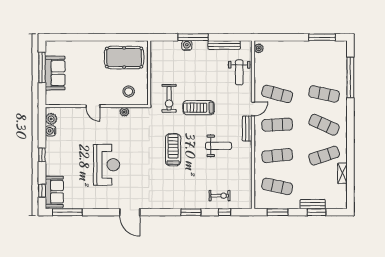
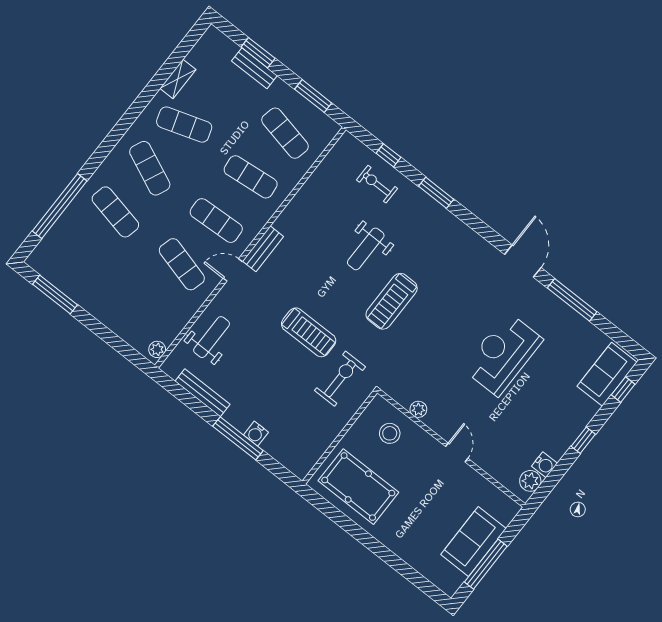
weight bench: (219, 146) -> (366, 249), moved, turned -90
window: (67, 212) -> (572, 300), moved

